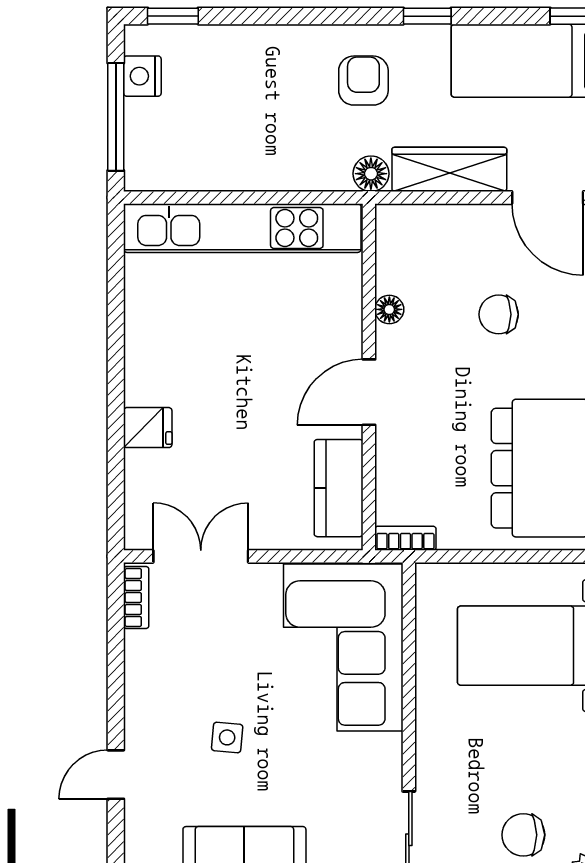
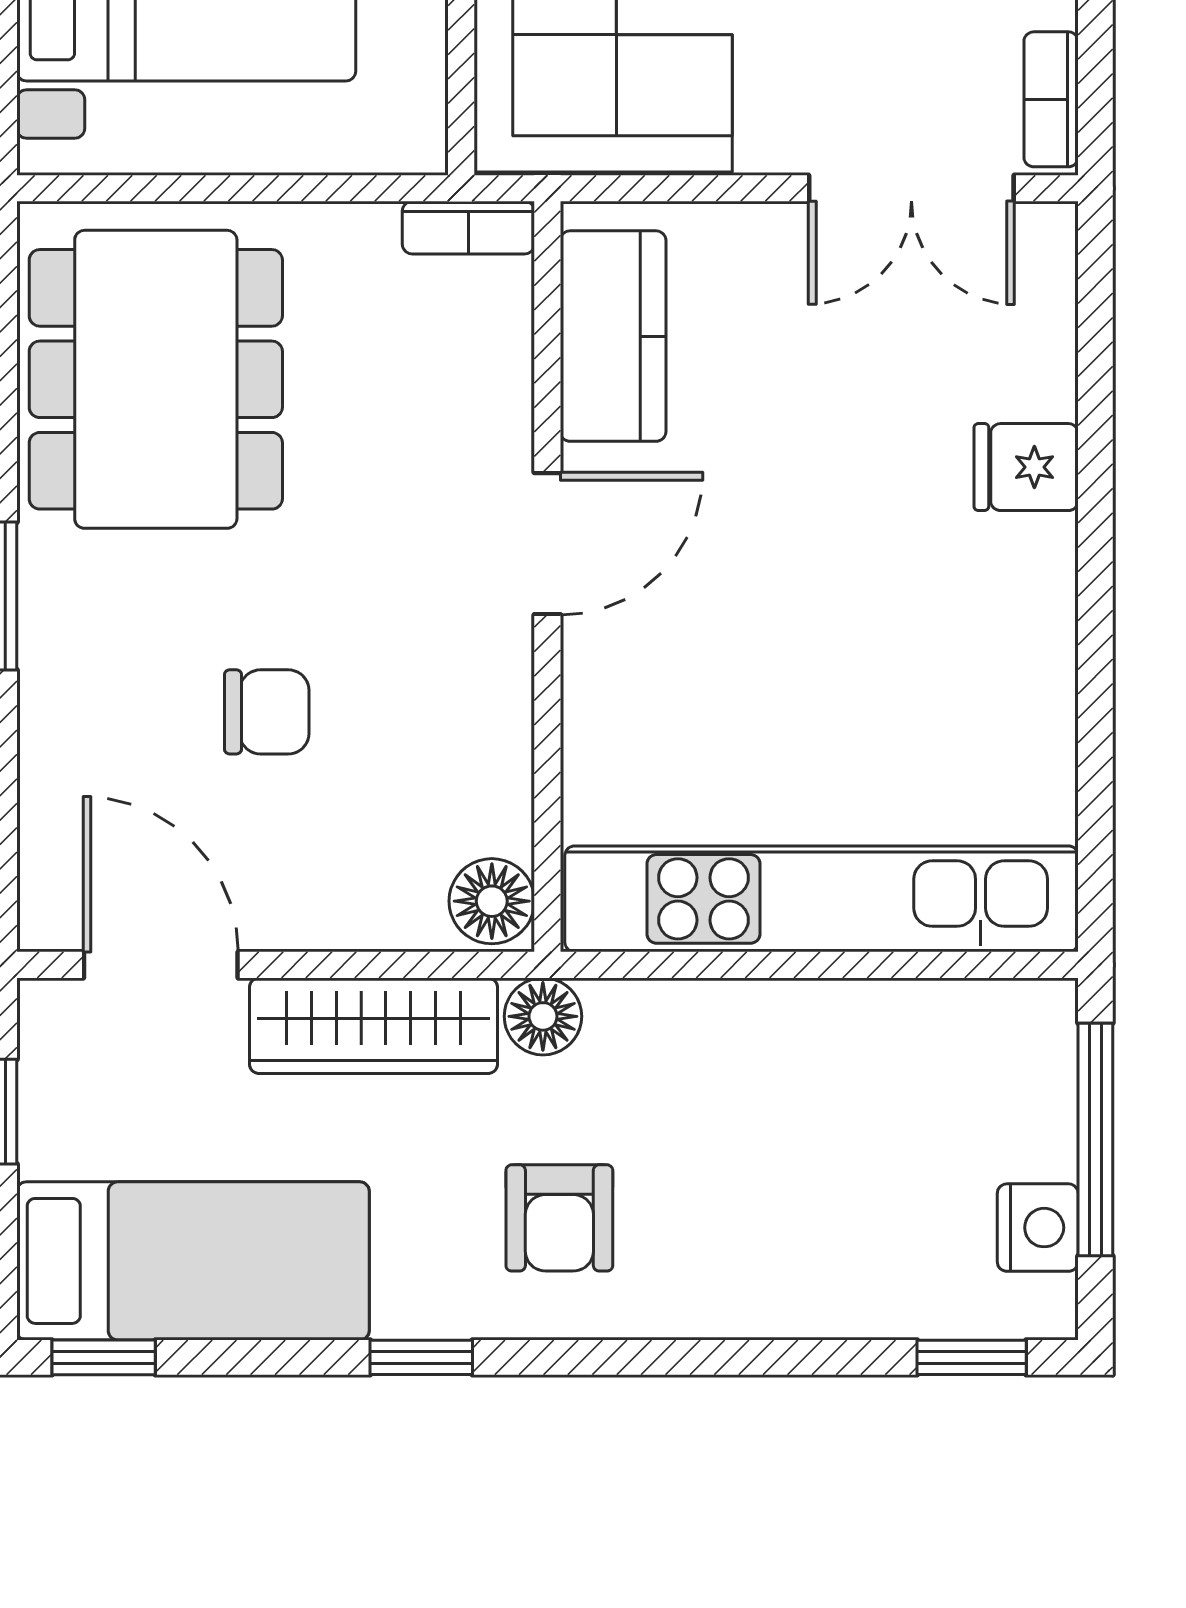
floor lamp: (389, 309) -> (492, 901), moved, width x1.37, depth x1.37

